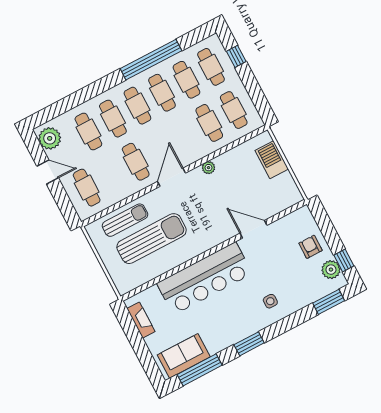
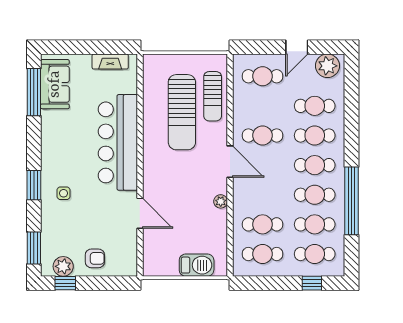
door: (253, 229) -> (140, 213), hinge flipped
window: (249, 344) -> (34, 185), moved

